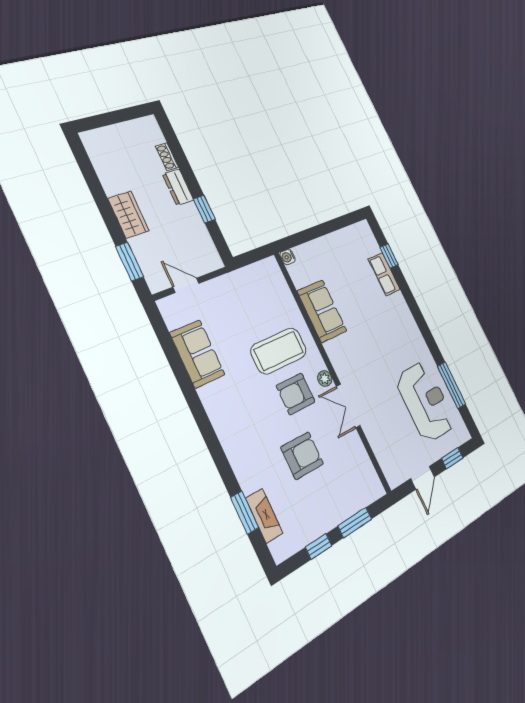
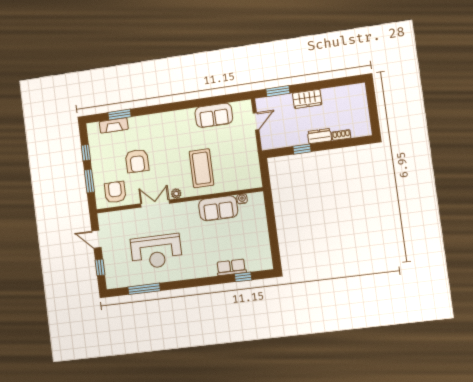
water cooler: (288, 257) -> (242, 199), moved
armchair: (296, 394) -> (115, 192), moved
reception desk: (425, 402) -> (156, 252), moved

